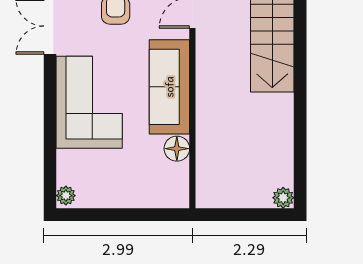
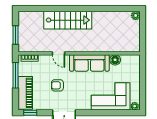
corner sofa: (89, 102) -> (111, 96), moved

